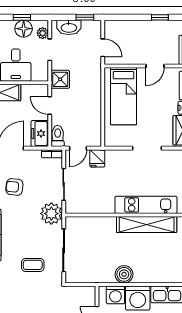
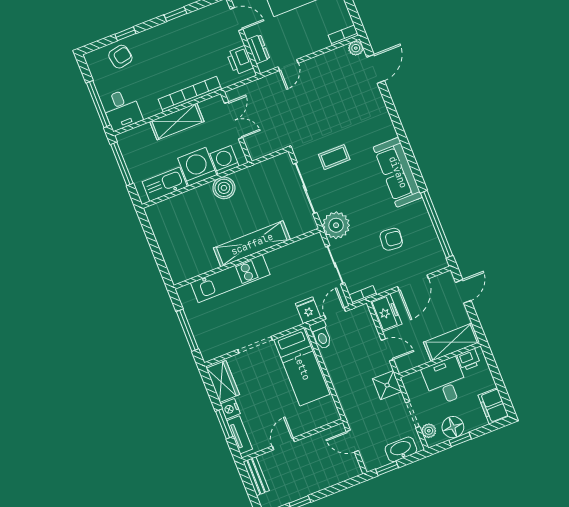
bed: (123, 96) -> (302, 367), moved, turned 180
toilet: (58, 136) -> (321, 335), moved
shelving: (147, 224) -> (252, 244), moved

